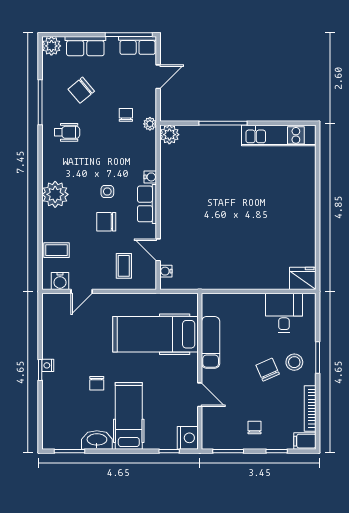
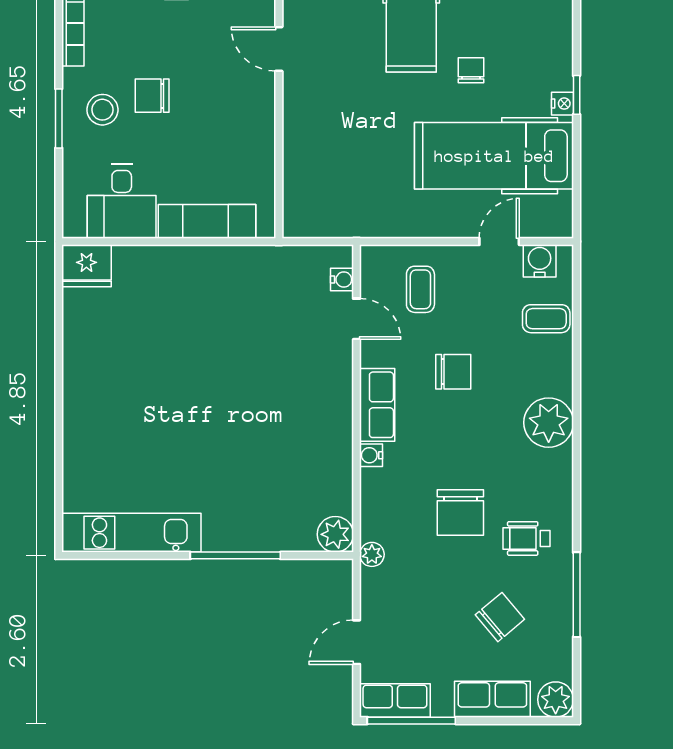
chair: (126, 115) -> (460, 513), moved, width x1.87, depth x1.87
side table: (107, 191) -> (451, 428), removed
hospital bed: (155, 334) -> (494, 156), moved, turned 180
exam couch: (211, 342) -> (207, 221), moved, turned 90
chair: (268, 370) -> (152, 96), turned 114

